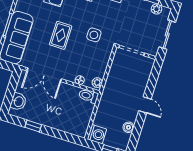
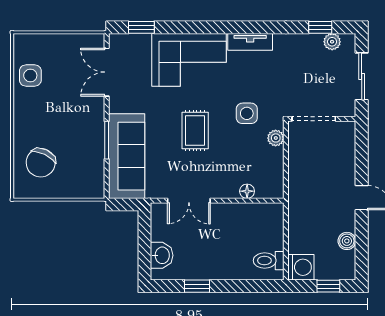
double door: (44, 75) -> (189, 201), width x0.73
plant: (97, 83) -> (276, 138), moved
toilet: (88, 96) -> (269, 261), moved

